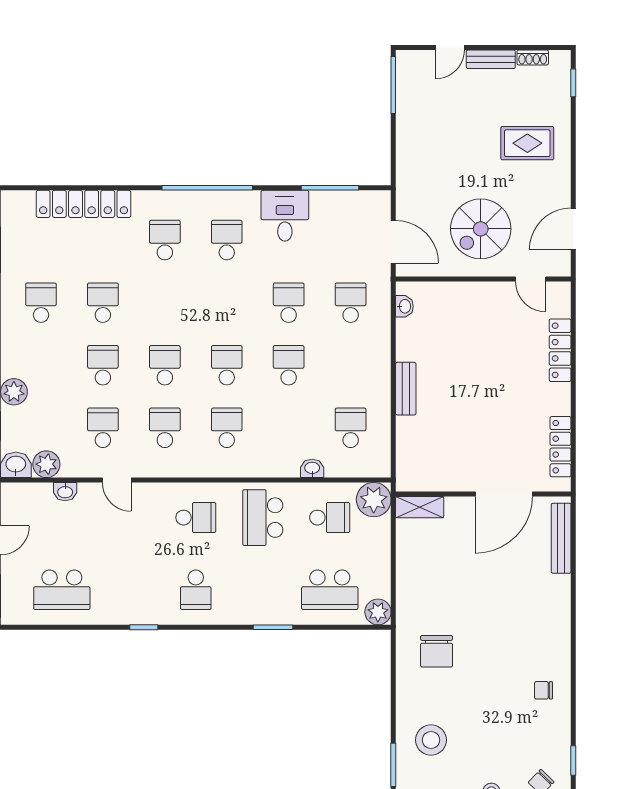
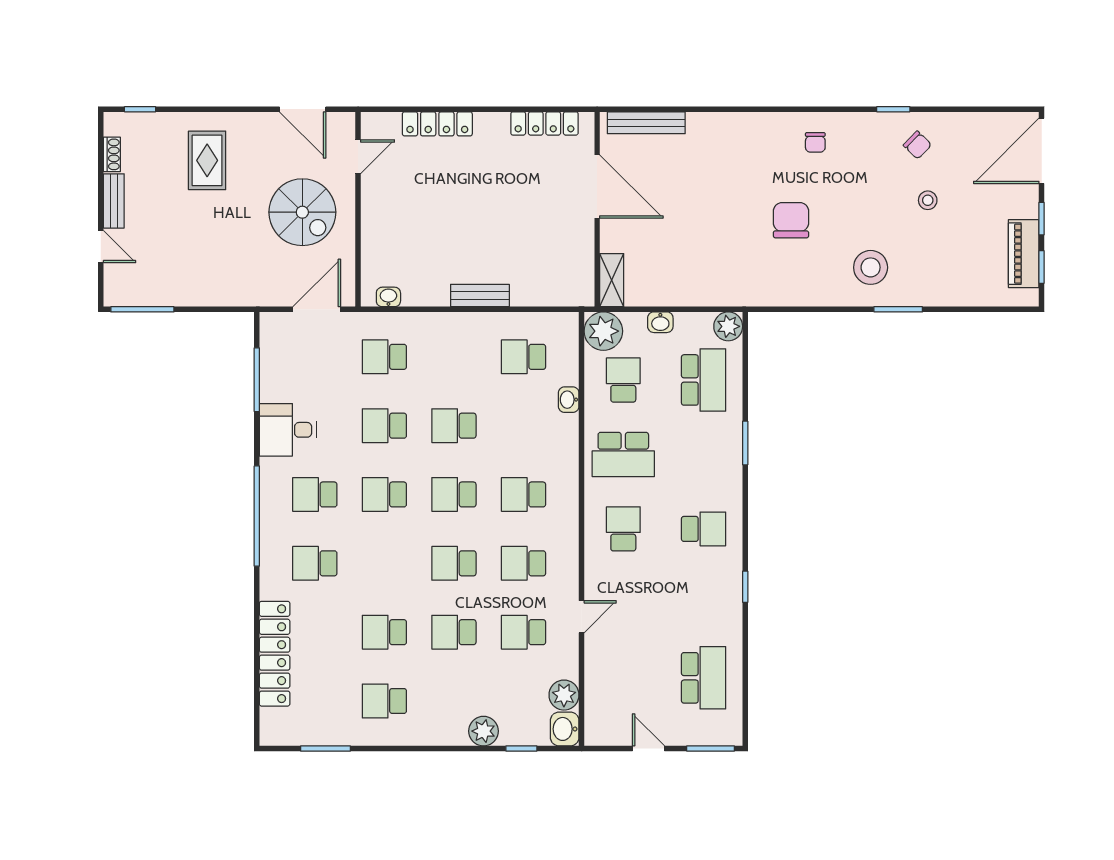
school desk: (227, 303) -> (384, 494), added
washbasin: (65, 492) -> (660, 322), moved, turned 90
chair: (437, 651) -> (791, 220), moved, turned -90

